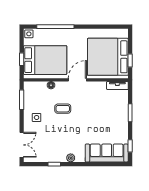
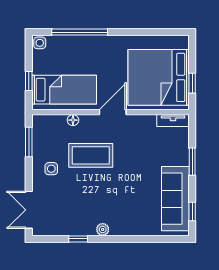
bed: (45, 60) -> (64, 90), width x0.67
coffee table: (63, 109) -> (91, 155), width x1.86, depth x1.72
double door: (22, 145) -> (29, 210), swing flipped
sofa: (107, 153) -> (175, 199), moved, turned -90

